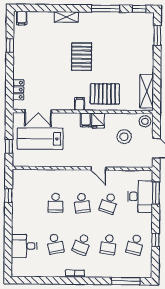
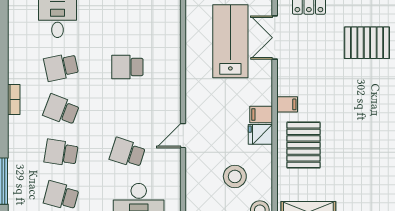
pallet: (82, 57) -> (367, 43), moved
school desk: (82, 203) -> (127, 110), removed

